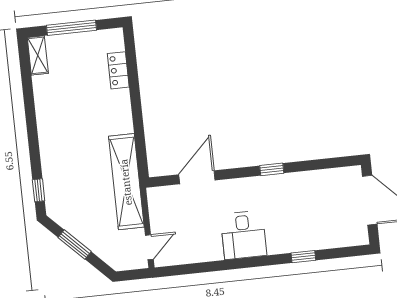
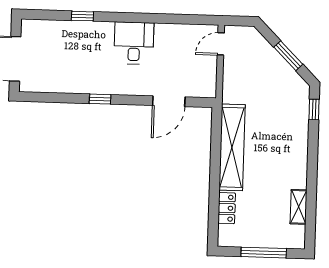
shelving: (38, 55) -> (299, 207), moved
shelving: (126, 182) -> (232, 147), moved

